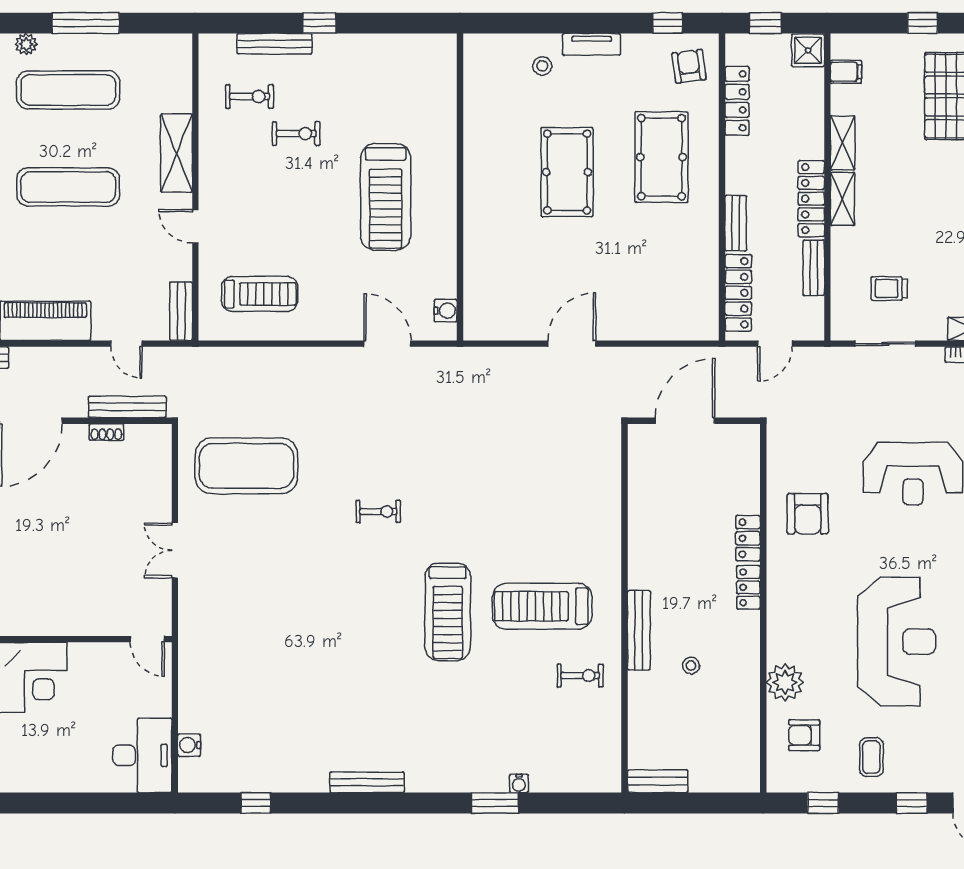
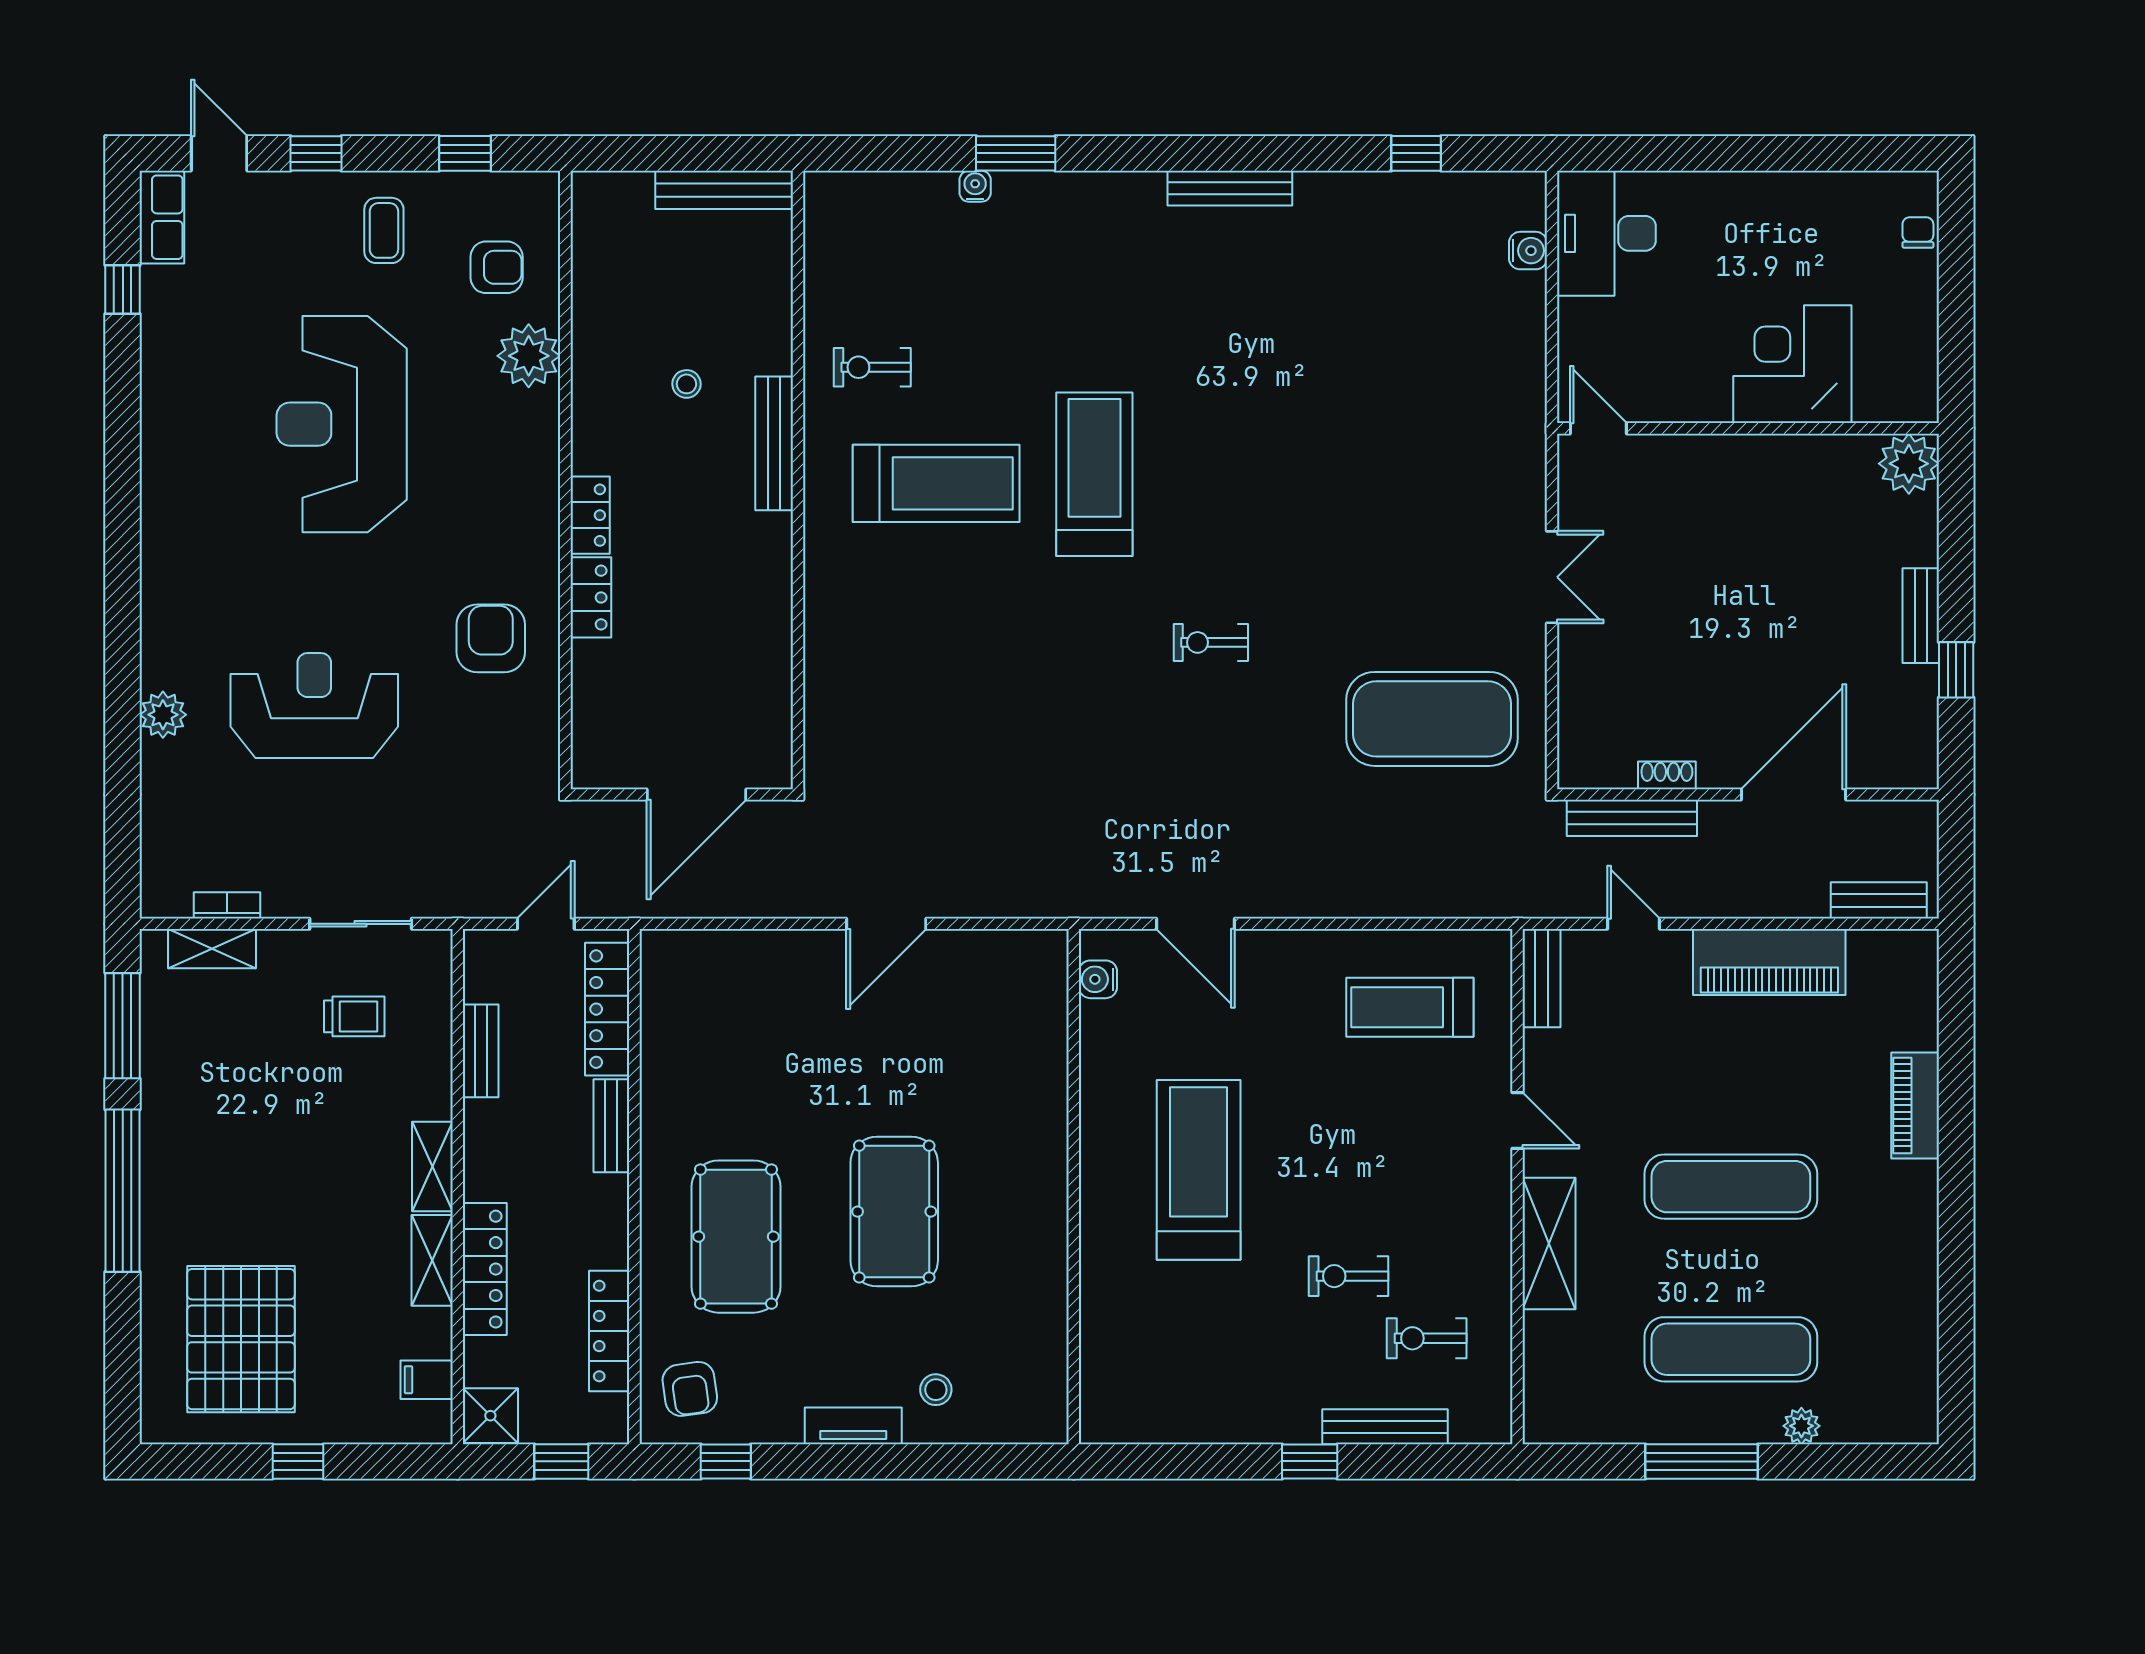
locker: (811, 199) -> (485, 1269), moved
bench: (658, 781) -> (724, 190), width x1.36

